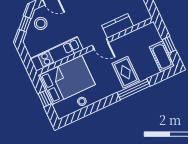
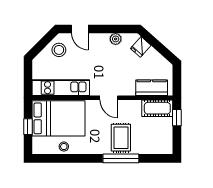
window: (25, 24) -> (43, 43), removed
kitchen counter: (118, 26) -> (152, 88), moved
window: (169, 45) -> (177, 118), moved
cot: (162, 56) -> (157, 108), moved, turned 90

